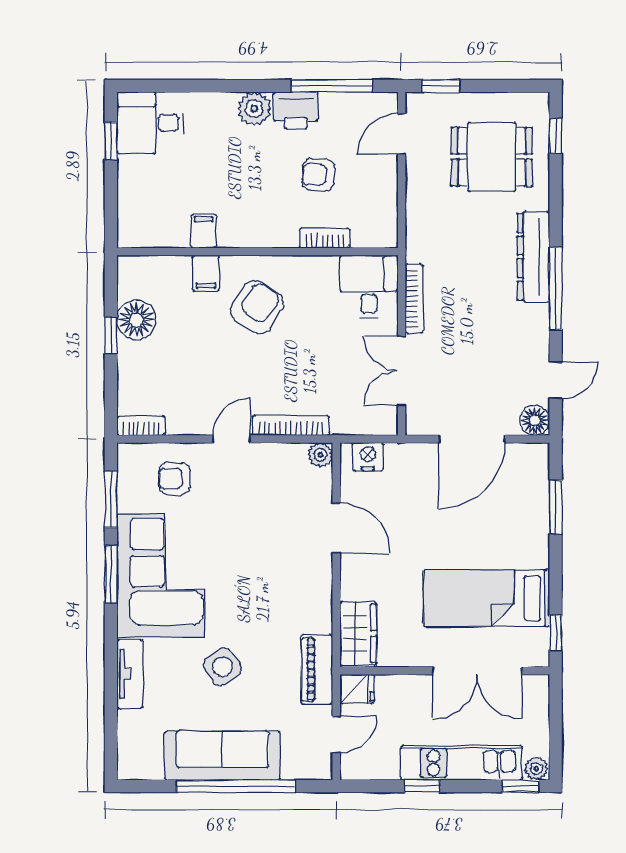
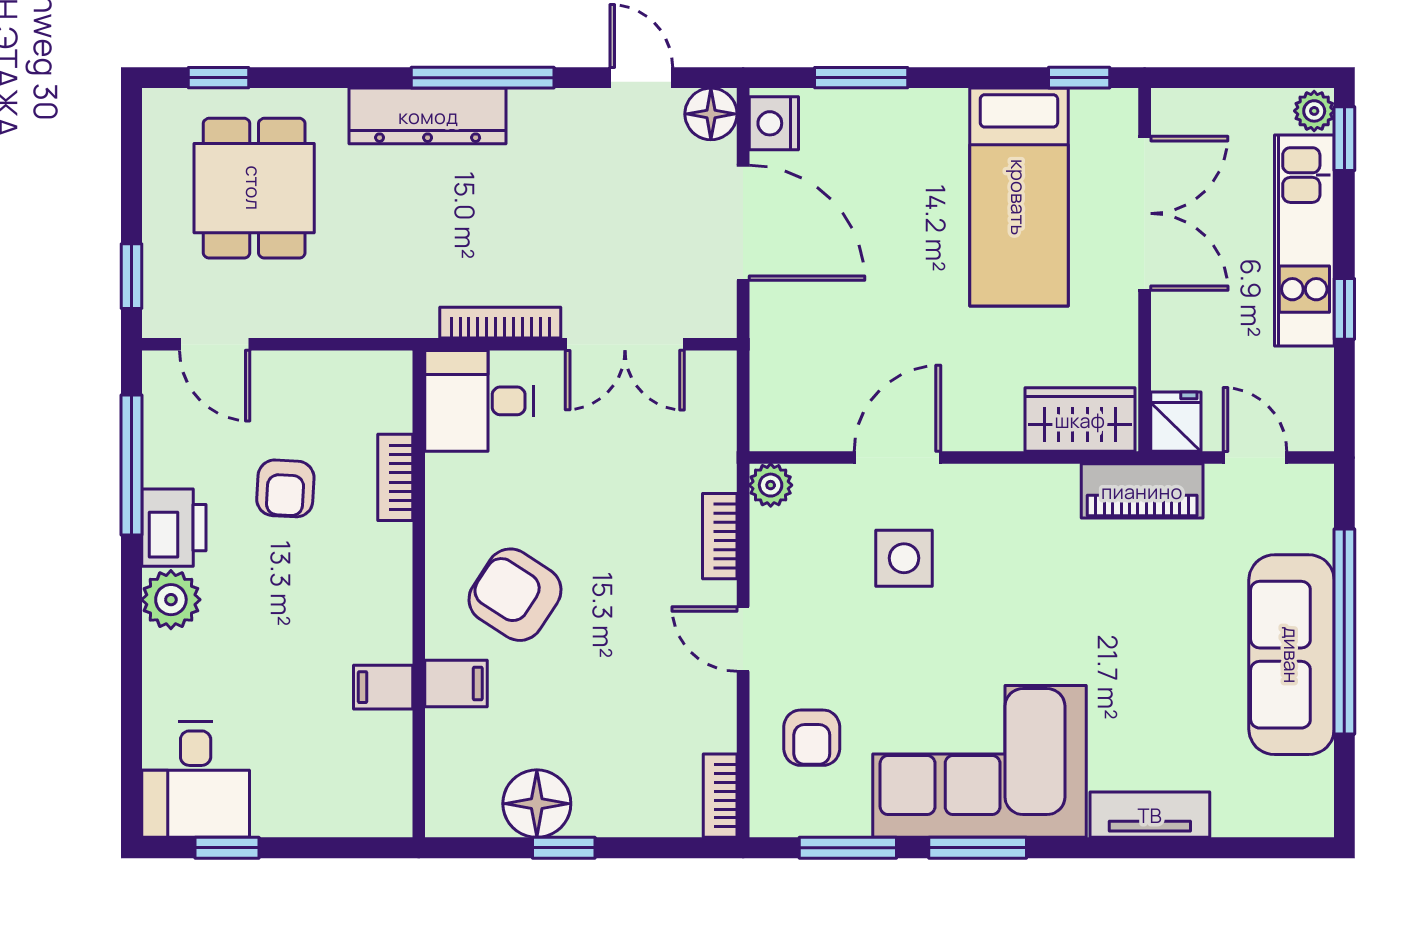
bookcase: (291, 425) -> (720, 536), width x0.64
nightstand: (368, 457) -> (774, 123), moved
side table: (222, 667) -> (904, 558), moved, turned 34

